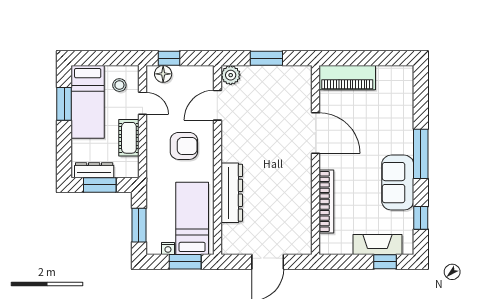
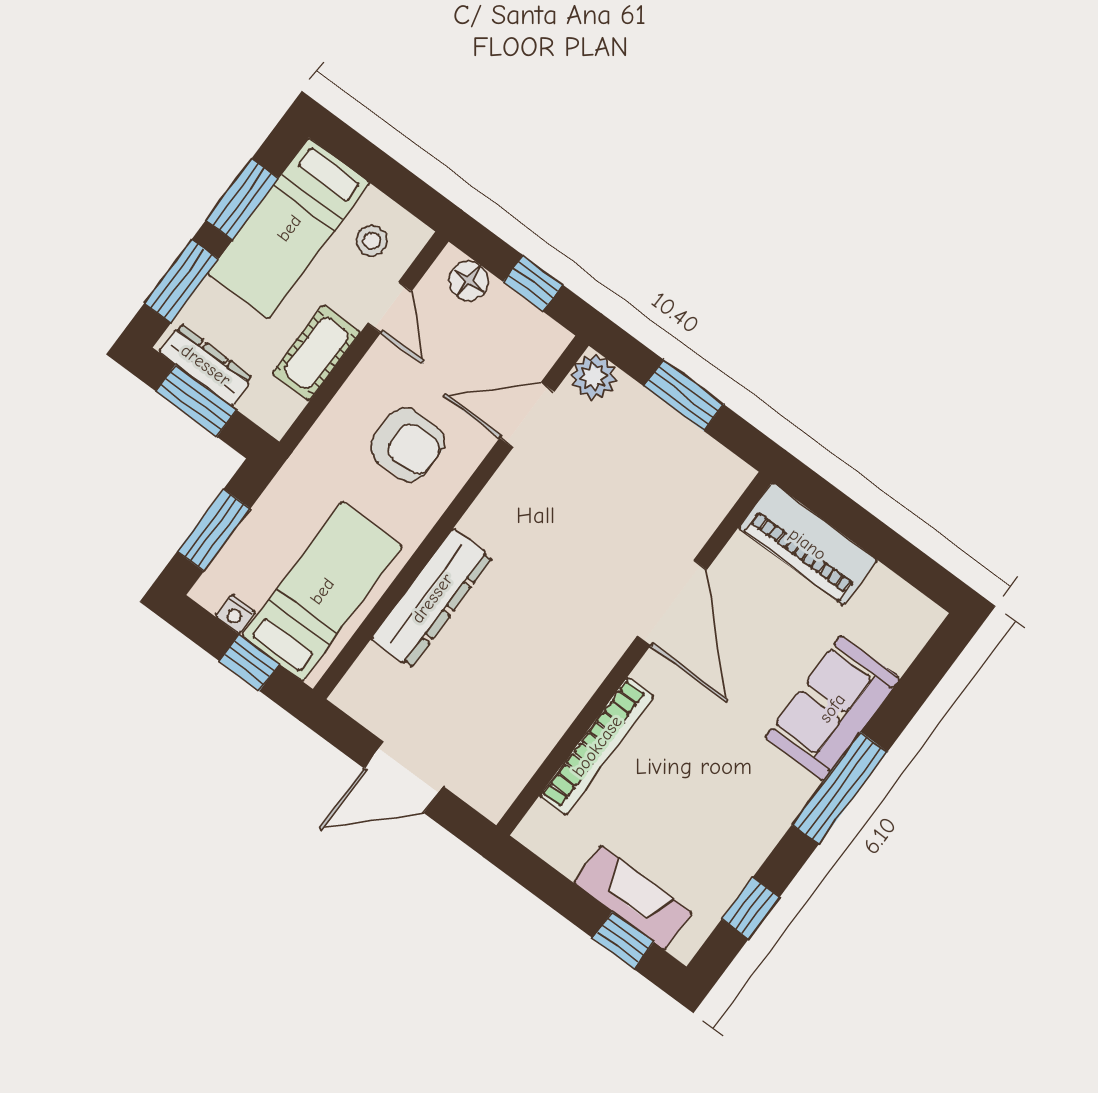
window: (169, 58) -> (533, 283), moved
window: (64, 148) -> (181, 281), added
sofa: (398, 183) -> (832, 708), moved
window: (185, 262) -> (249, 663), width x0.67

